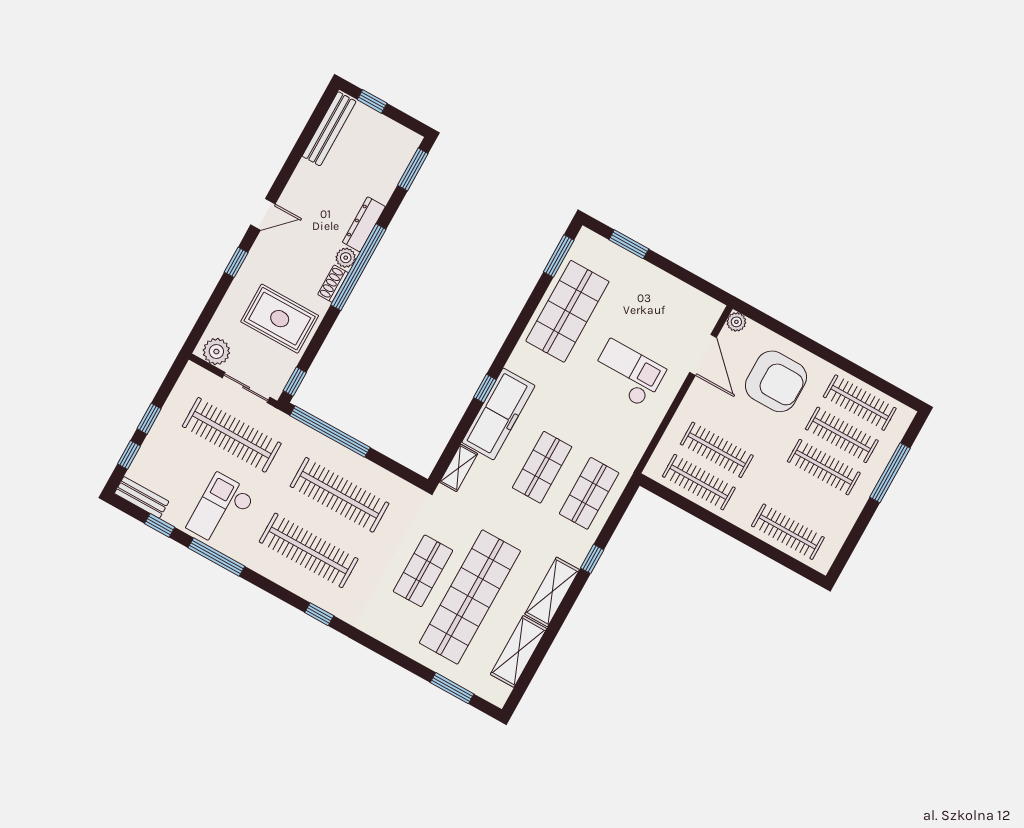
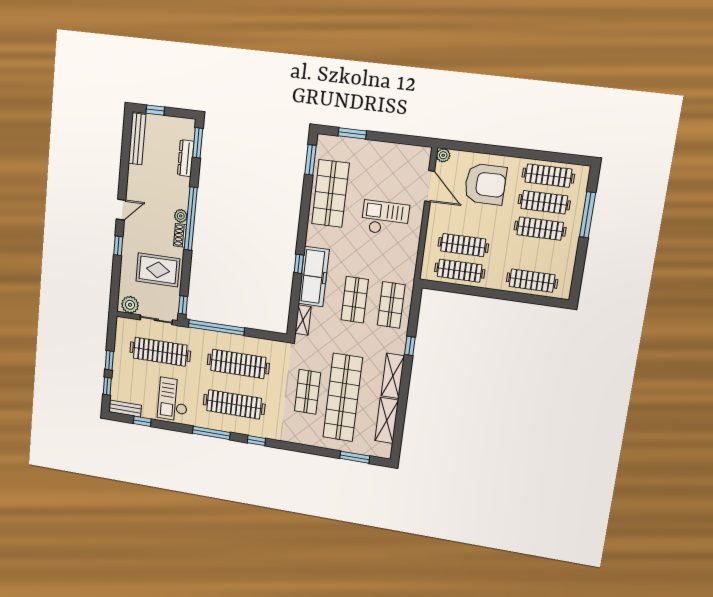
dresser: (364, 224) -> (186, 158), moved
window: (216, 557) -> (211, 433), moved

